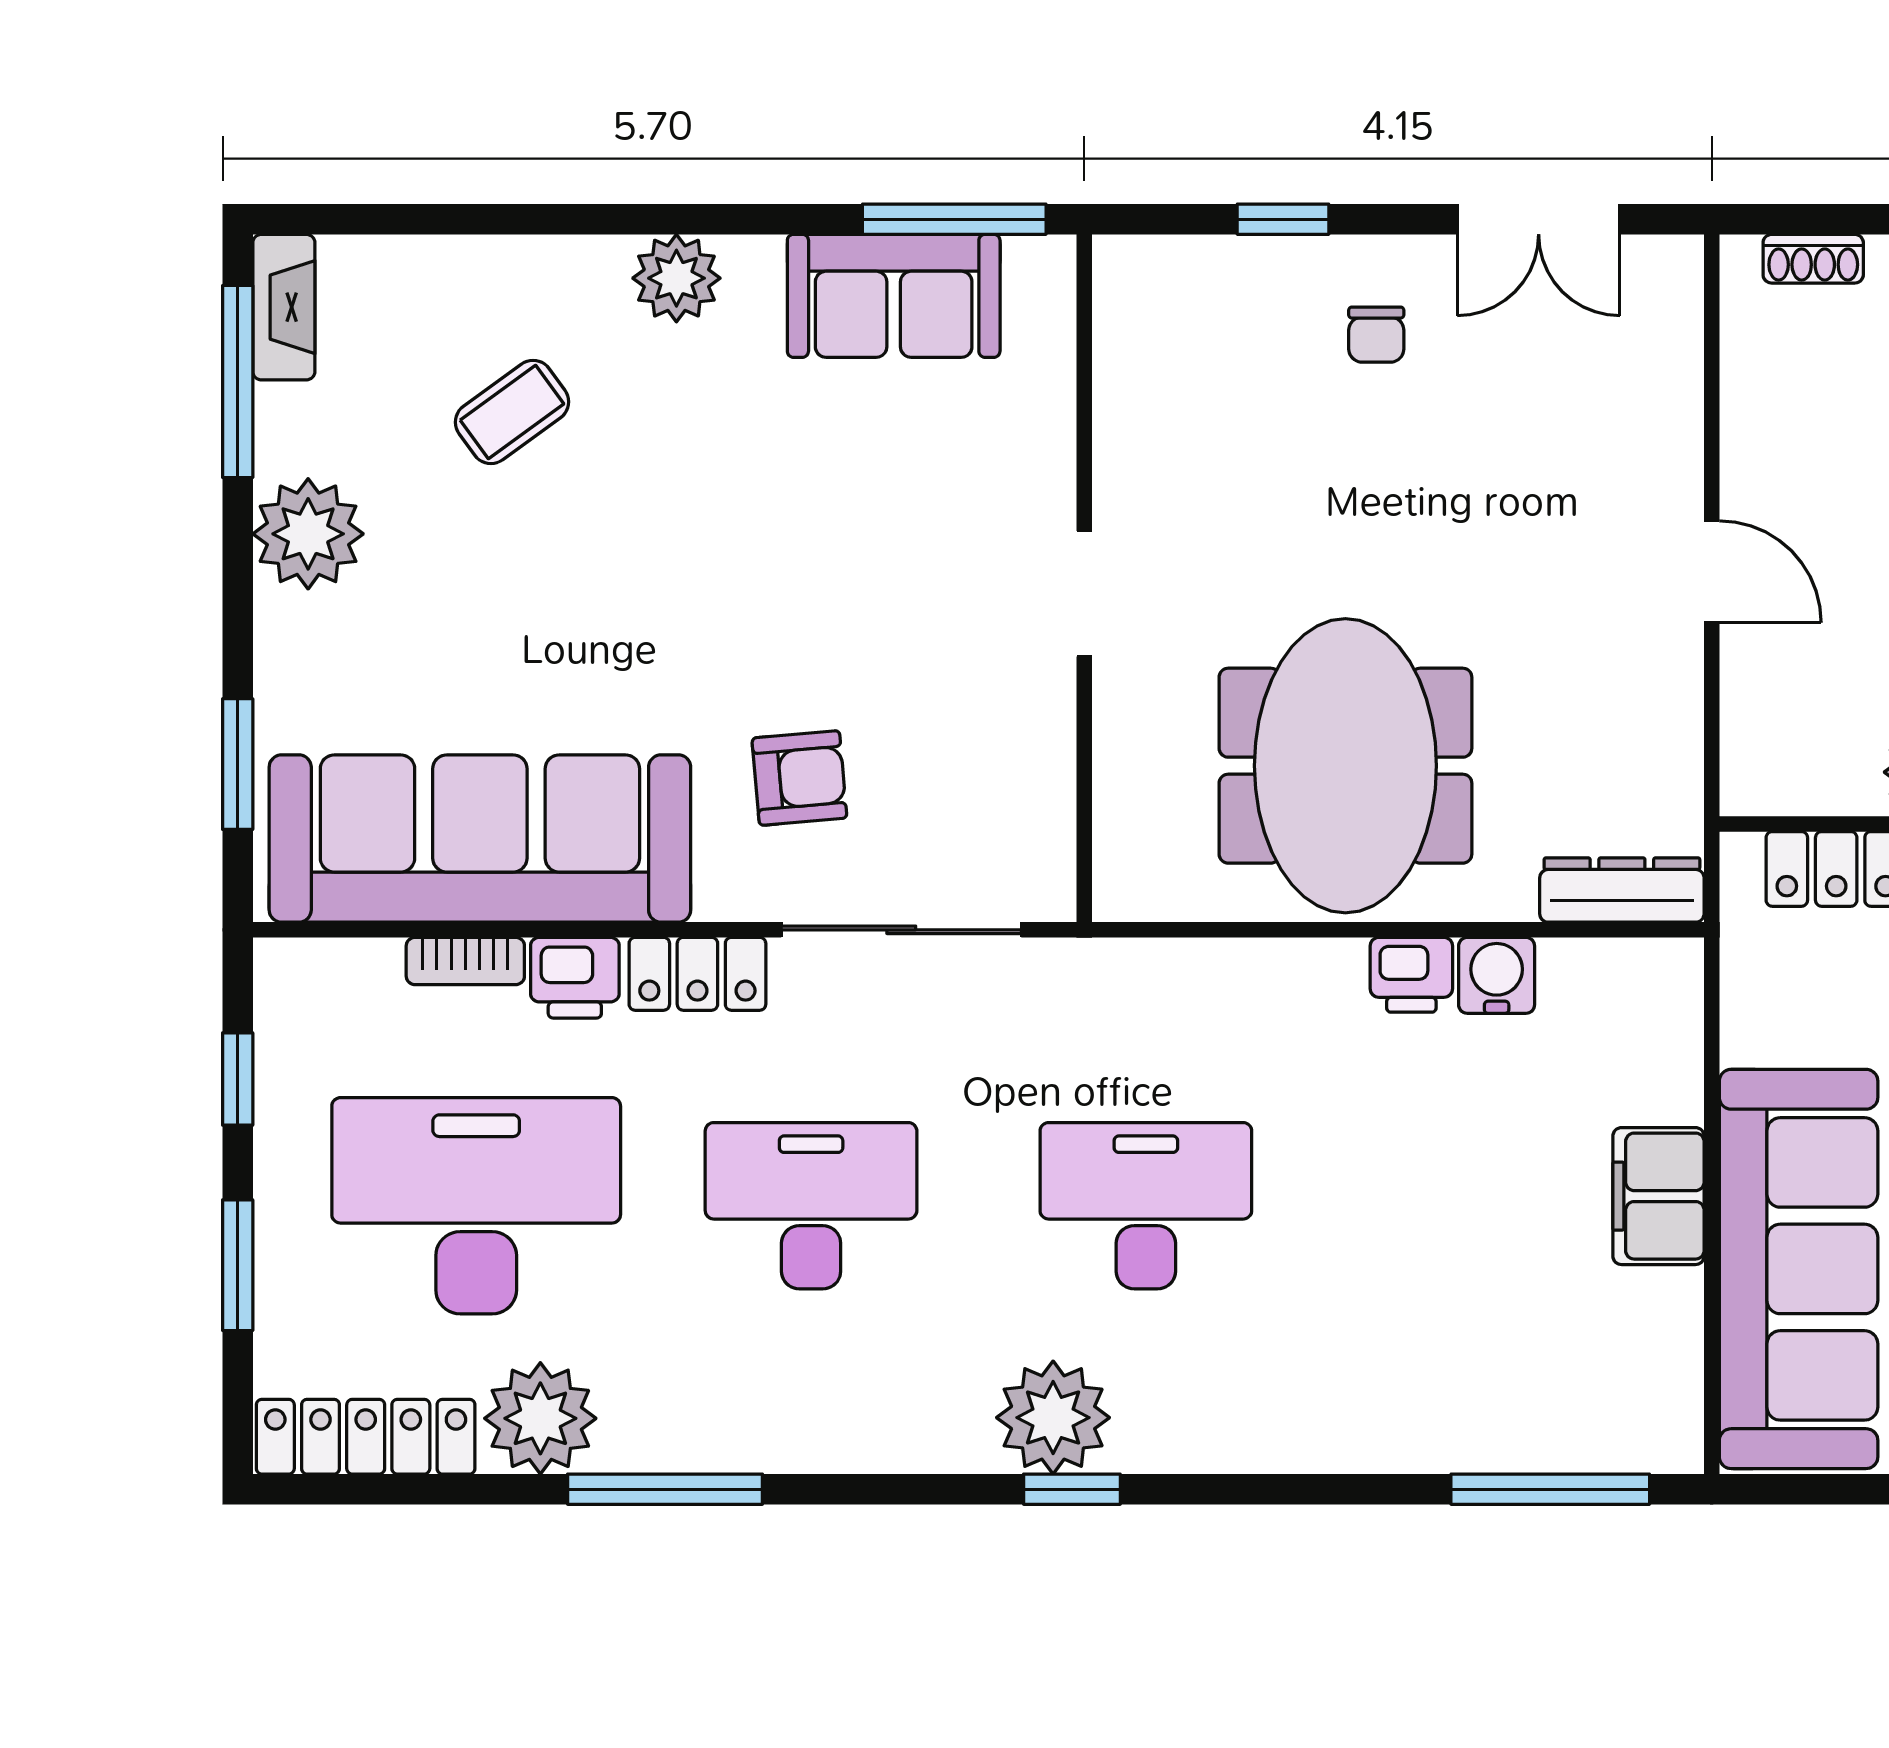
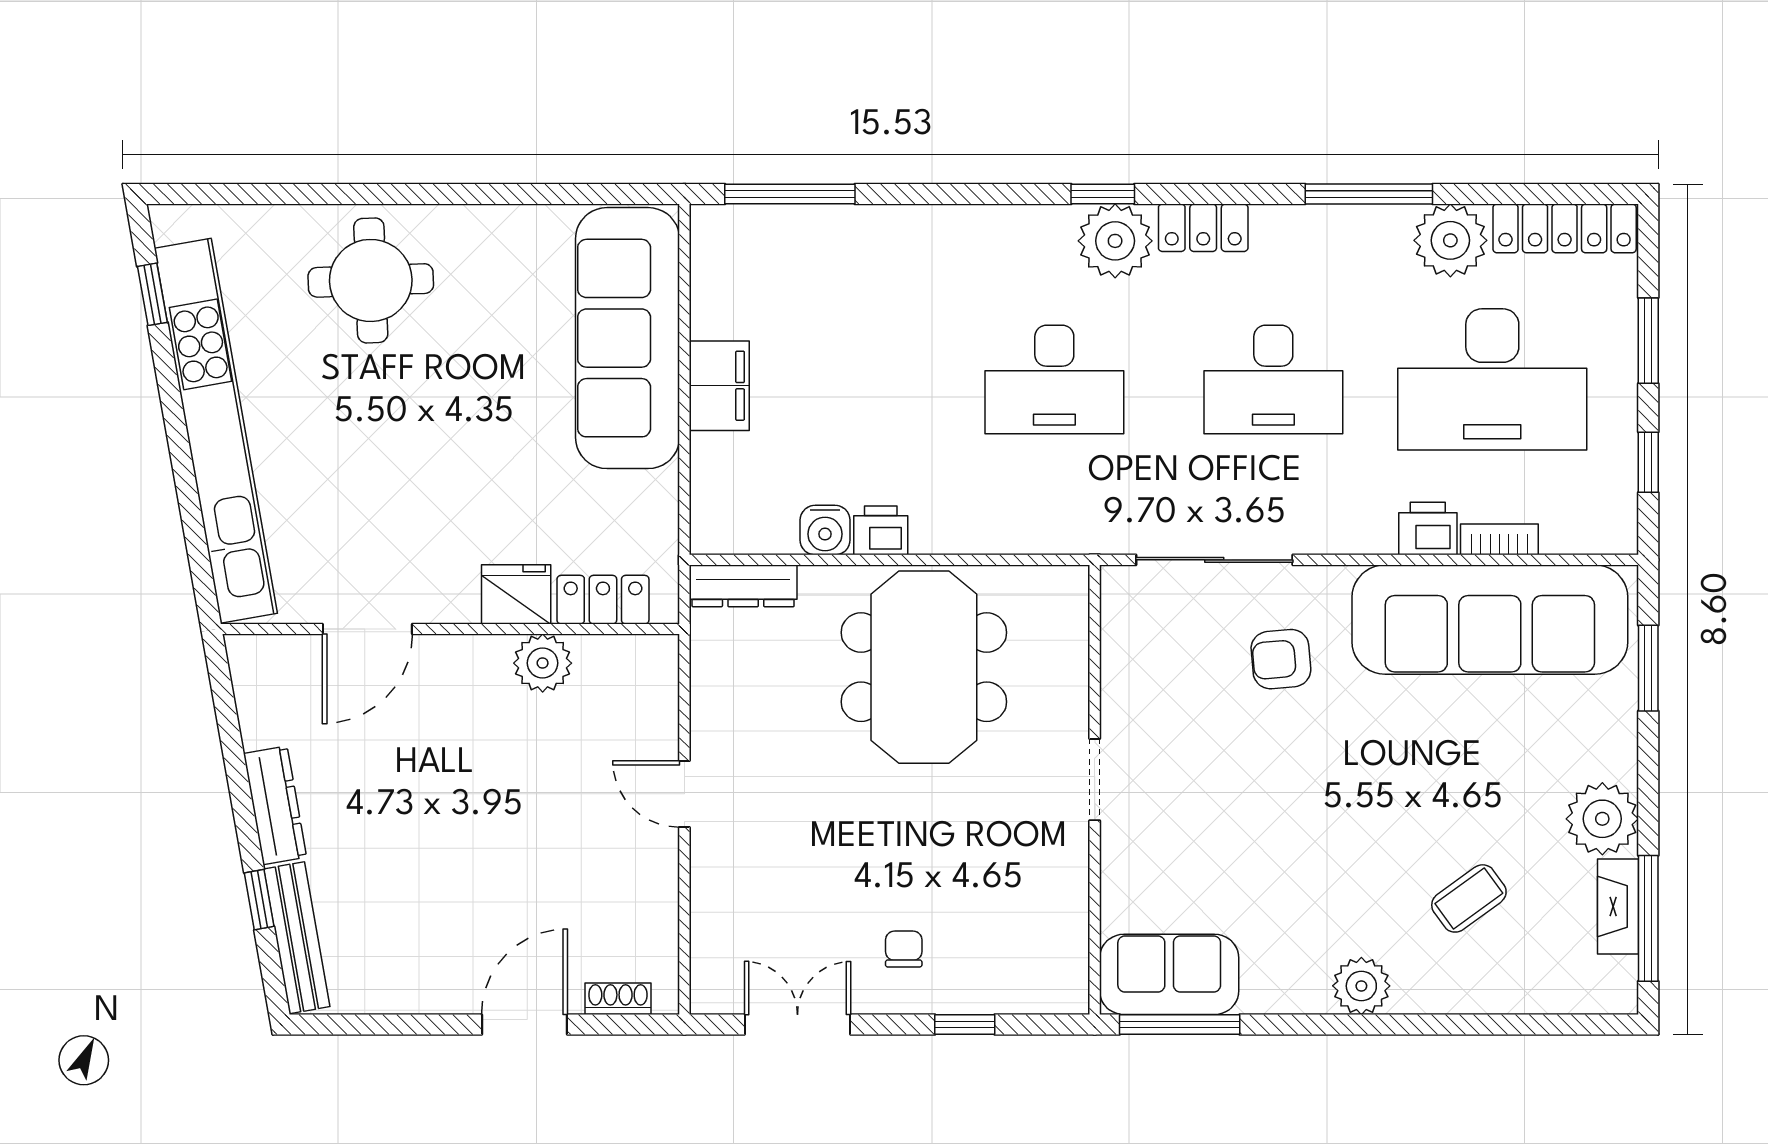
sofa: (894, 296) -> (1169, 974), moved
fireplace: (284, 307) -> (1618, 906), moved
locker: (697, 974) -> (1203, 228), moved, turned 180

